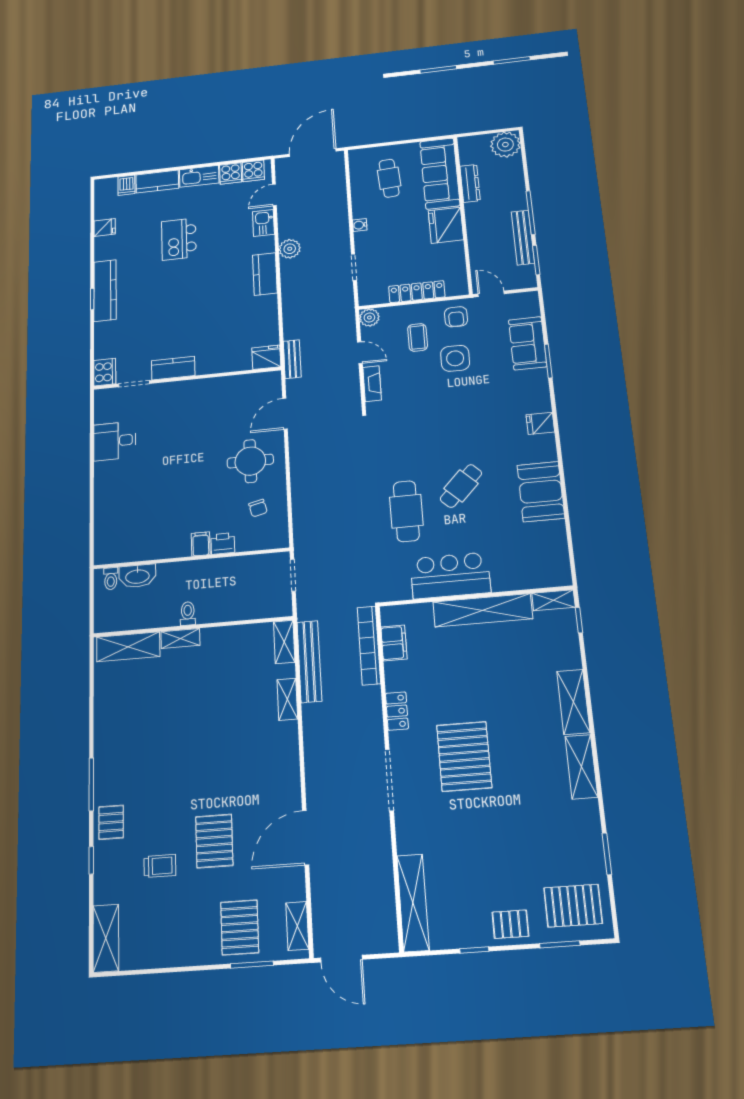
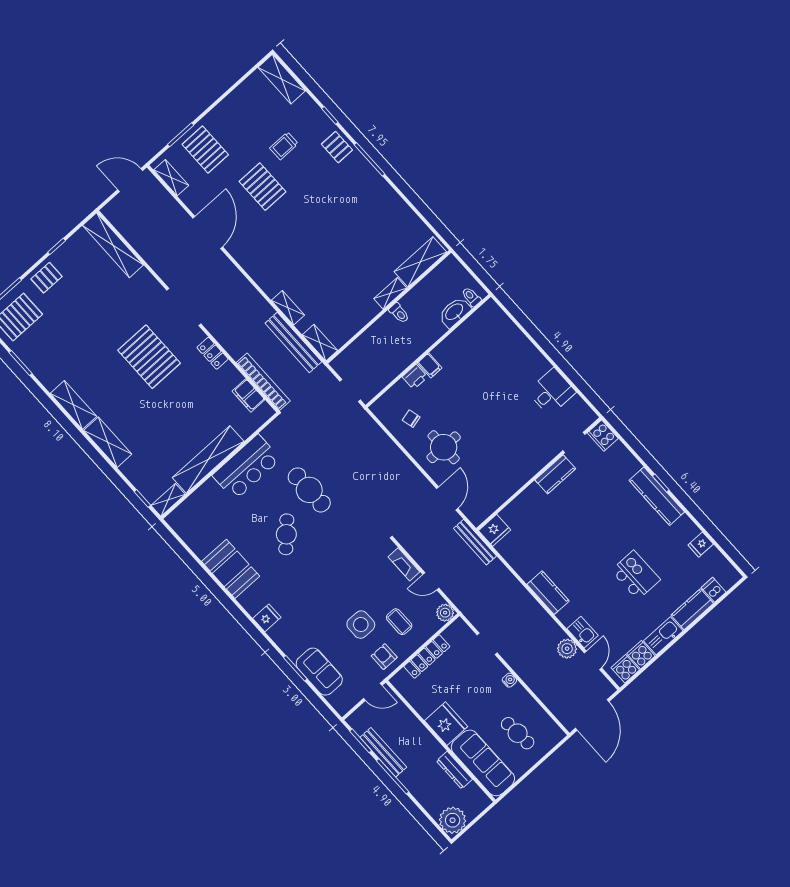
plant: (290, 249) -> (567, 649), moved
bench: (292, 359) -> (475, 542), width x1.36

